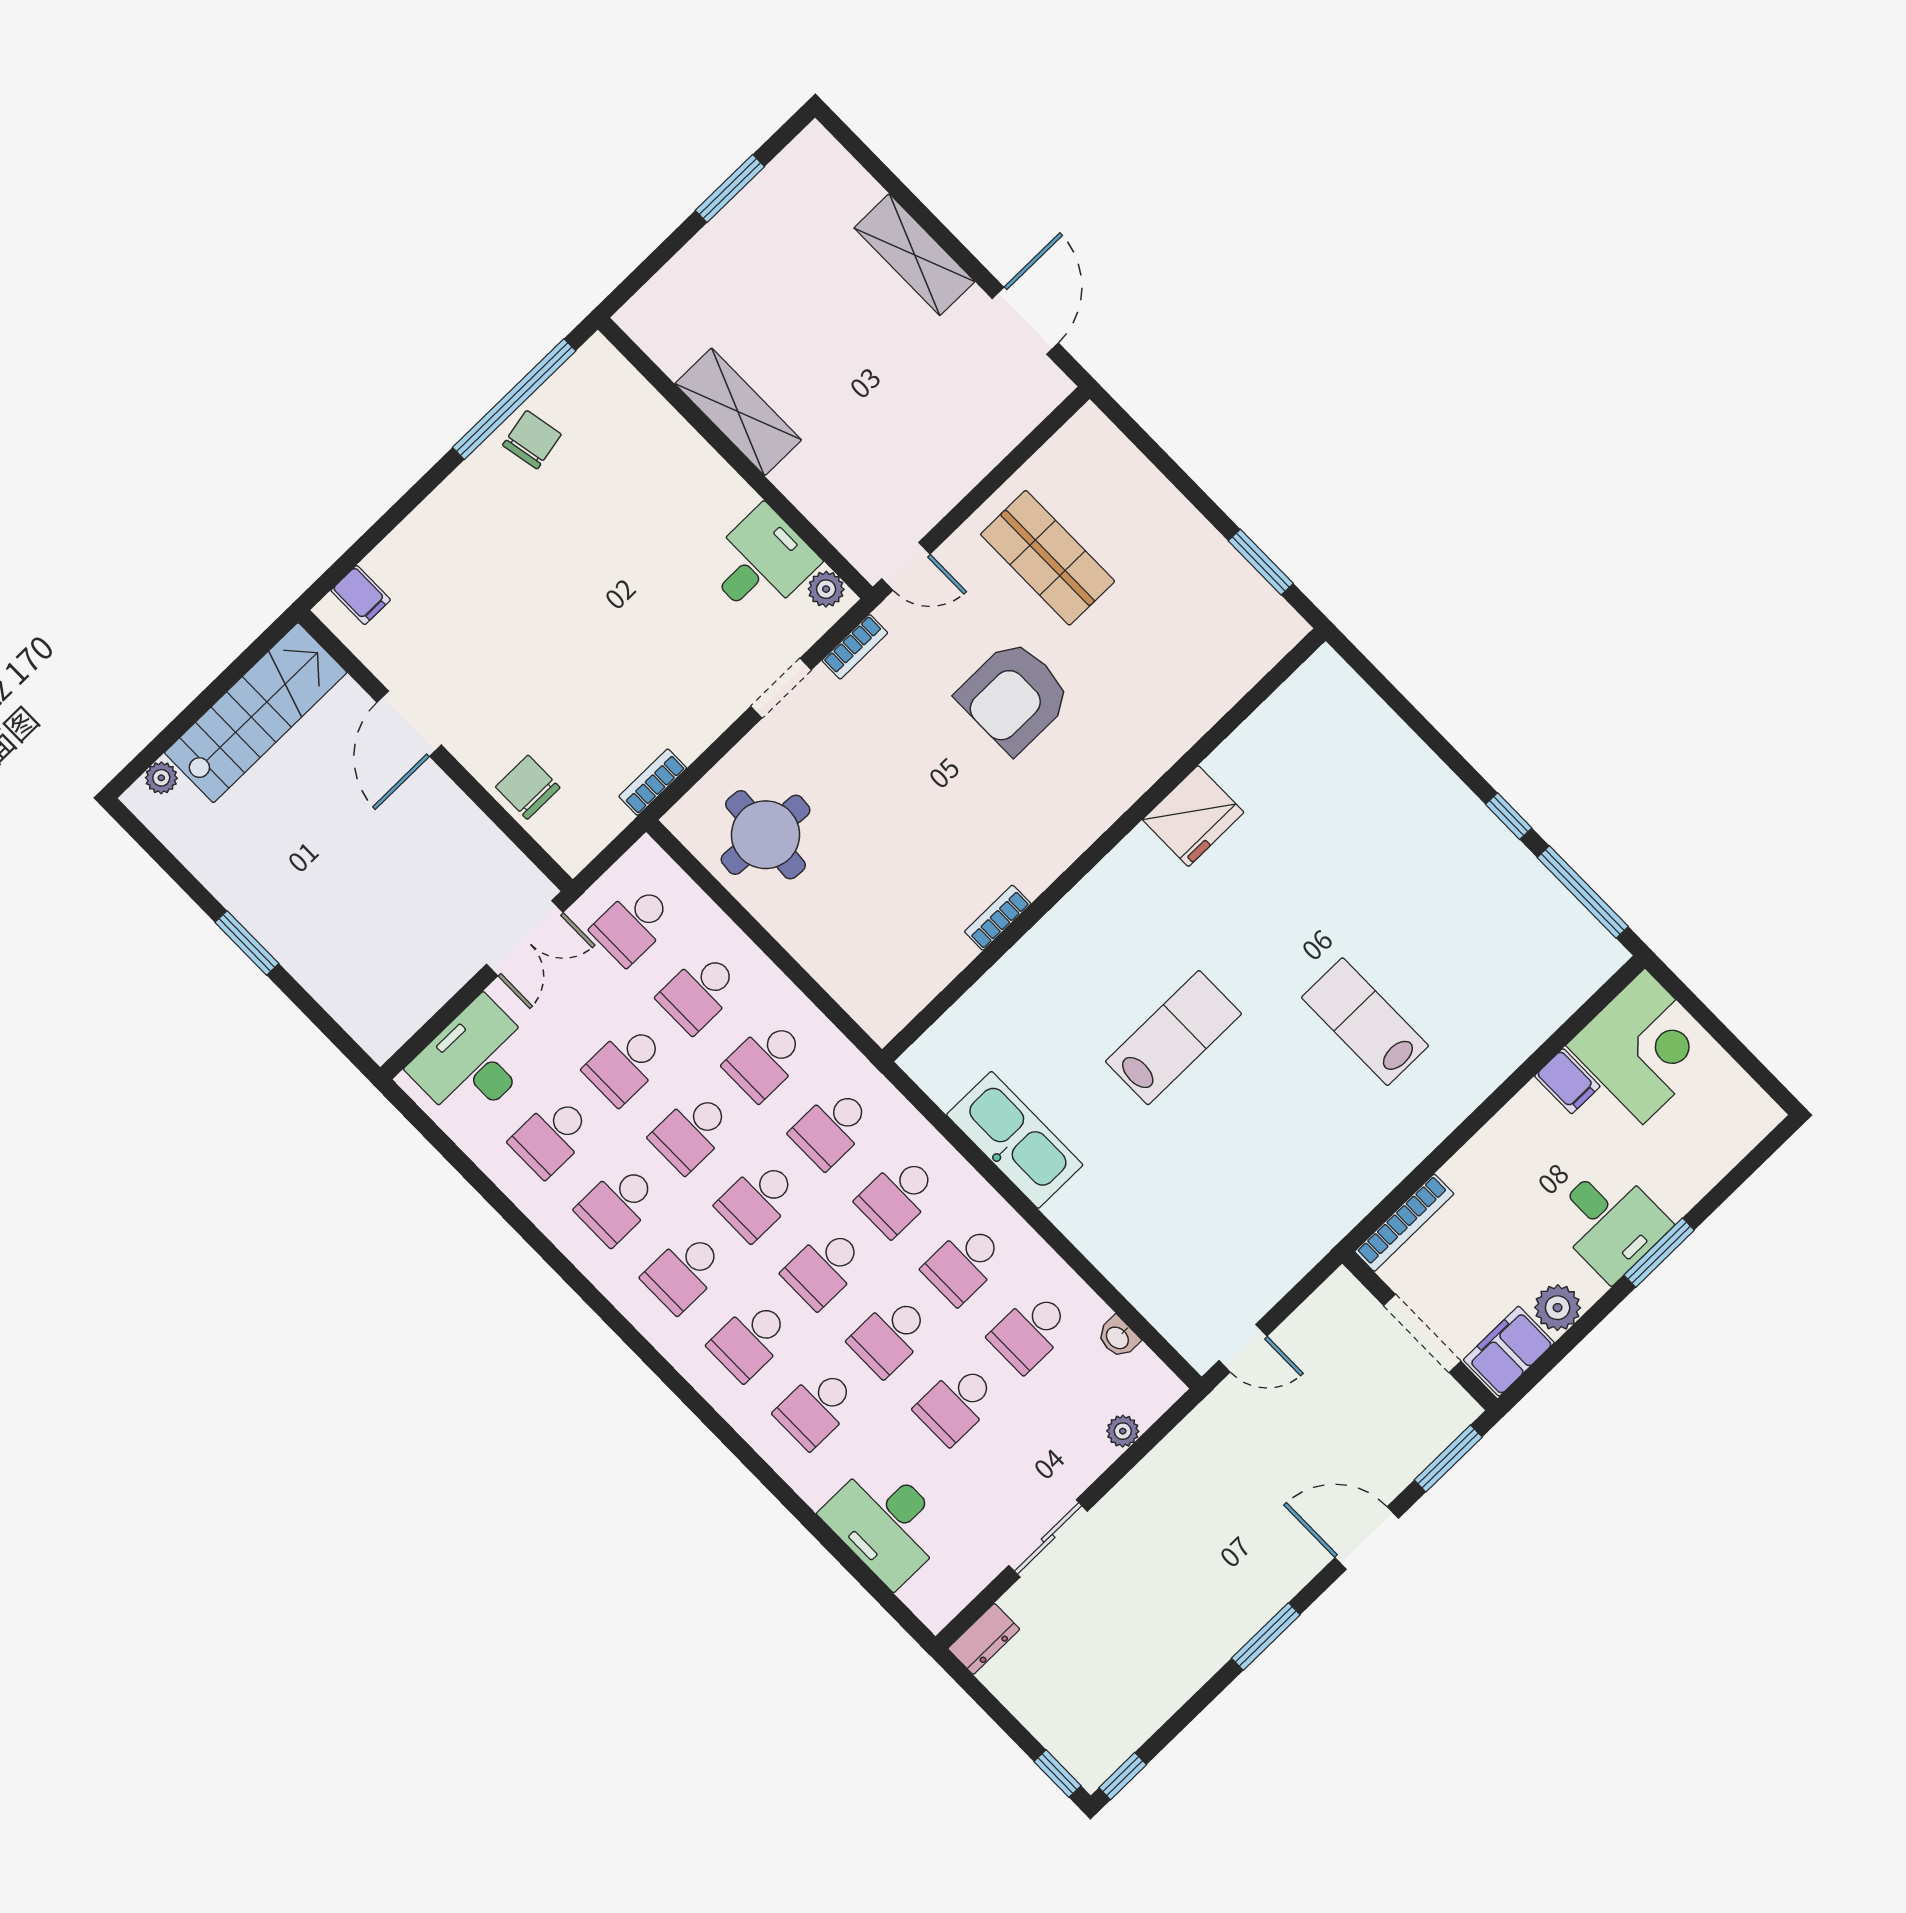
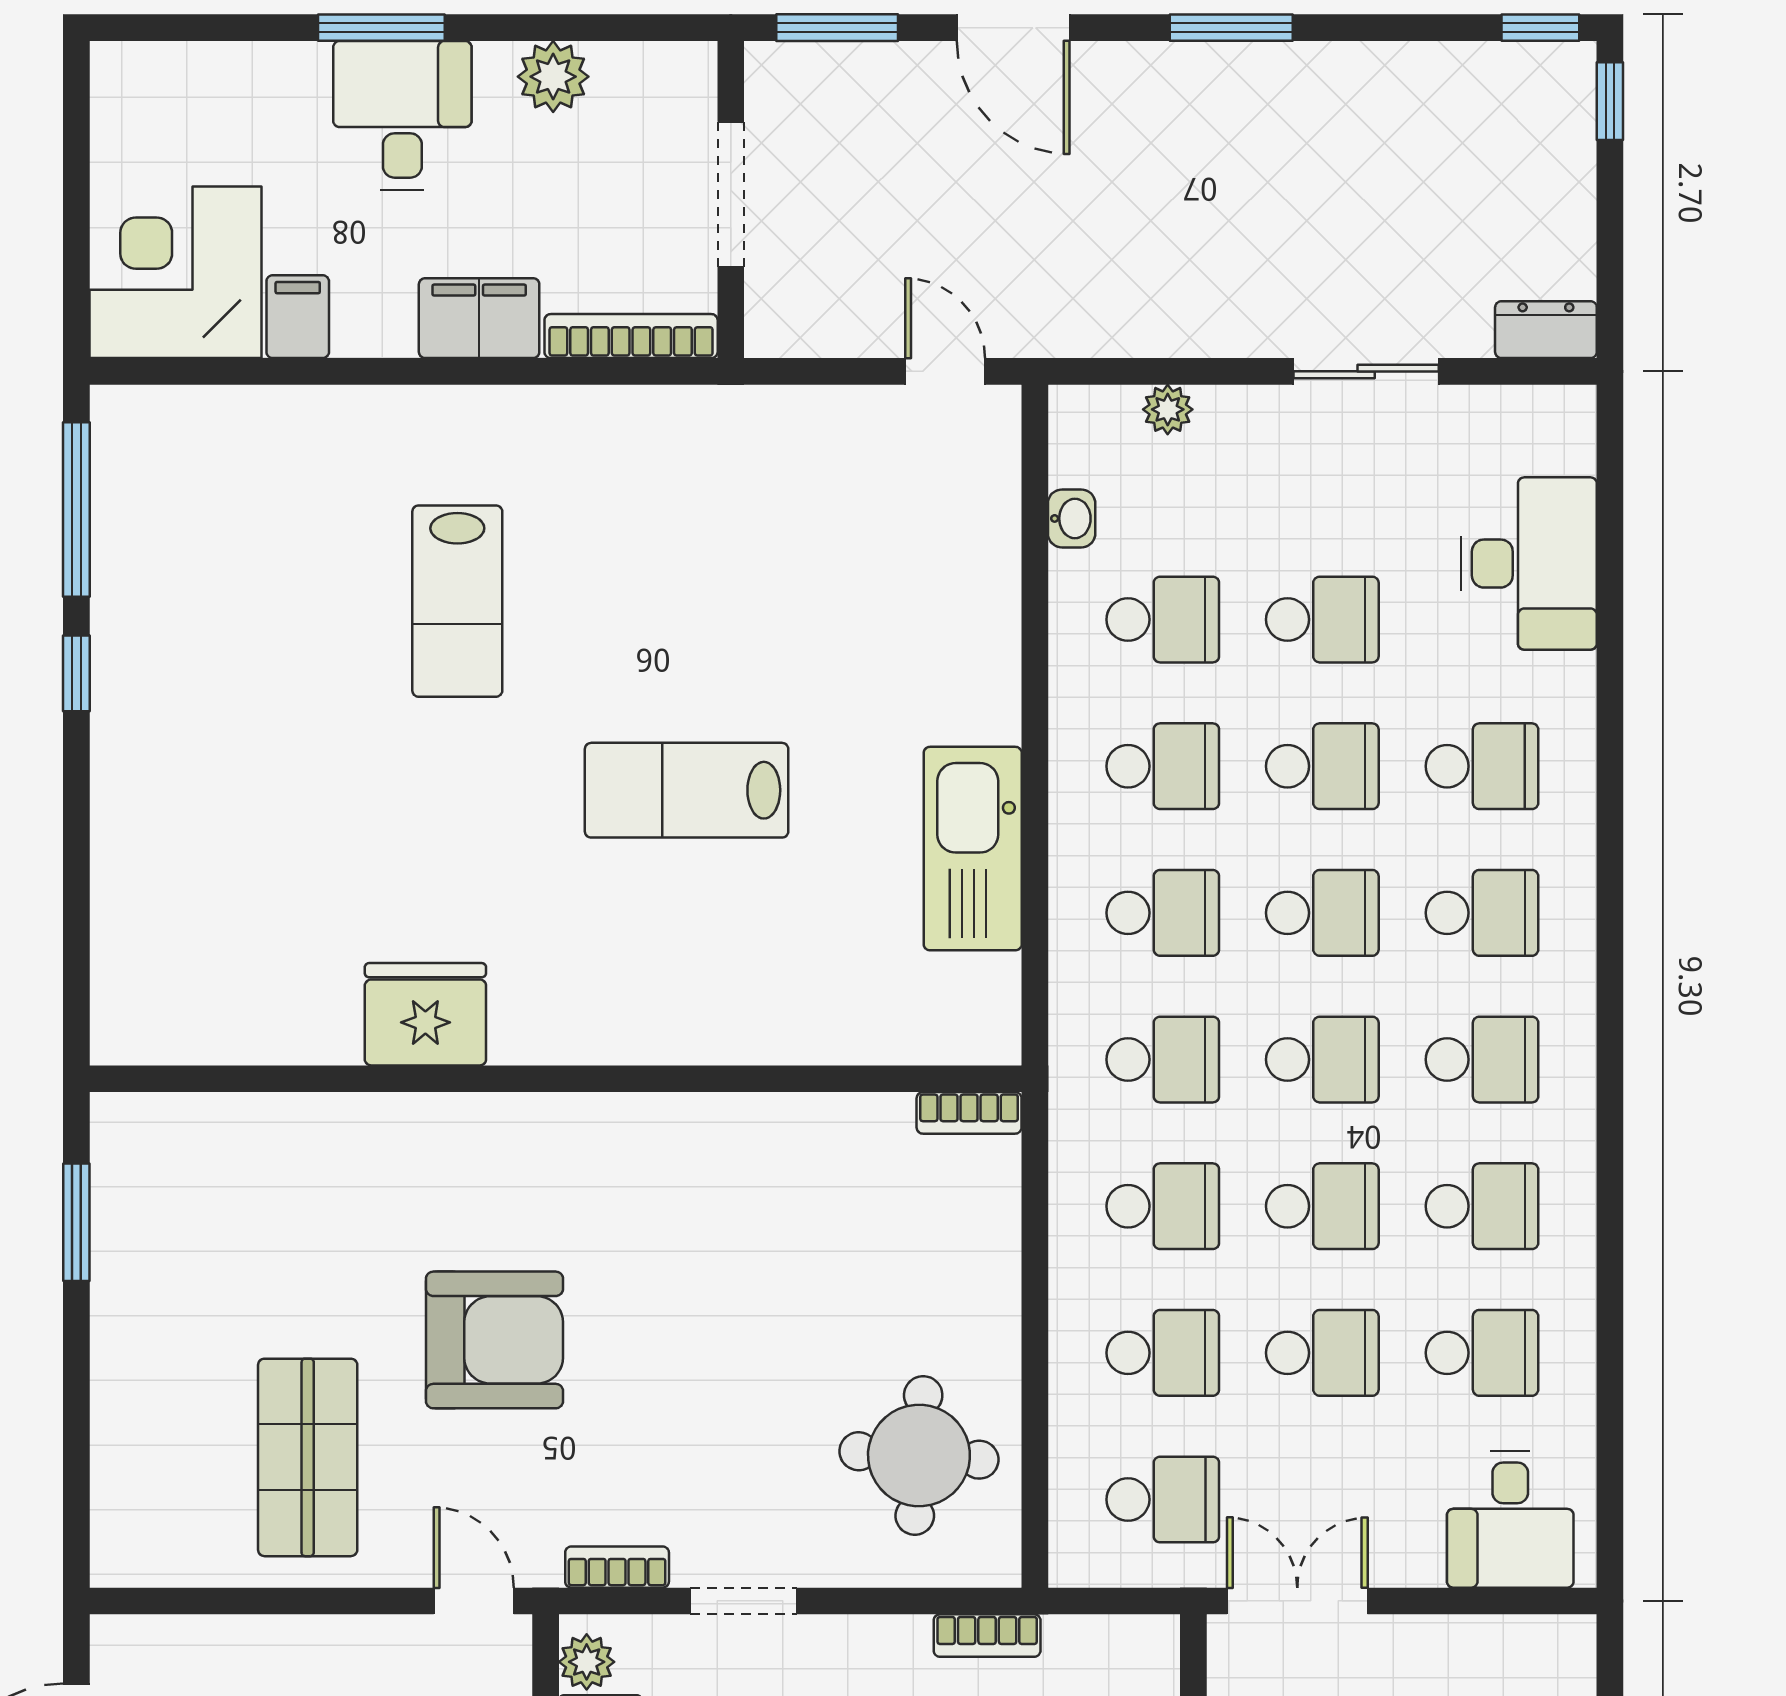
bookcase: (998, 918) -> (969, 1113), moved
desk: (474, 1061) -> (1510, 1520), width x0.73
filing cabinet: (1509, 1351) -> (479, 318), moved, turned 180

